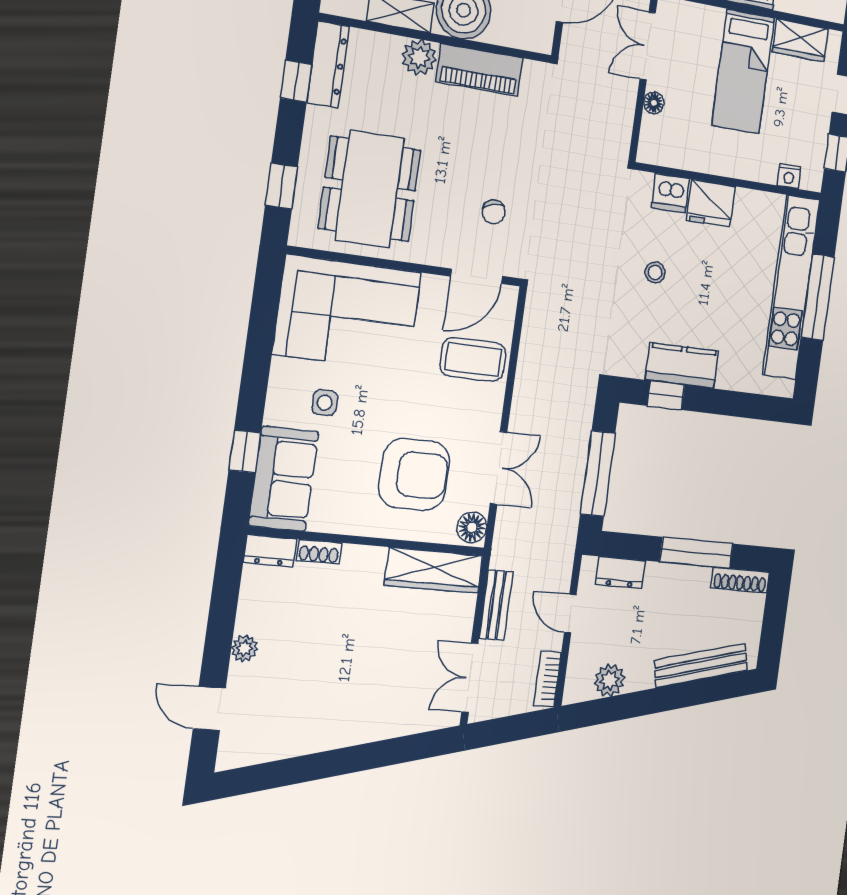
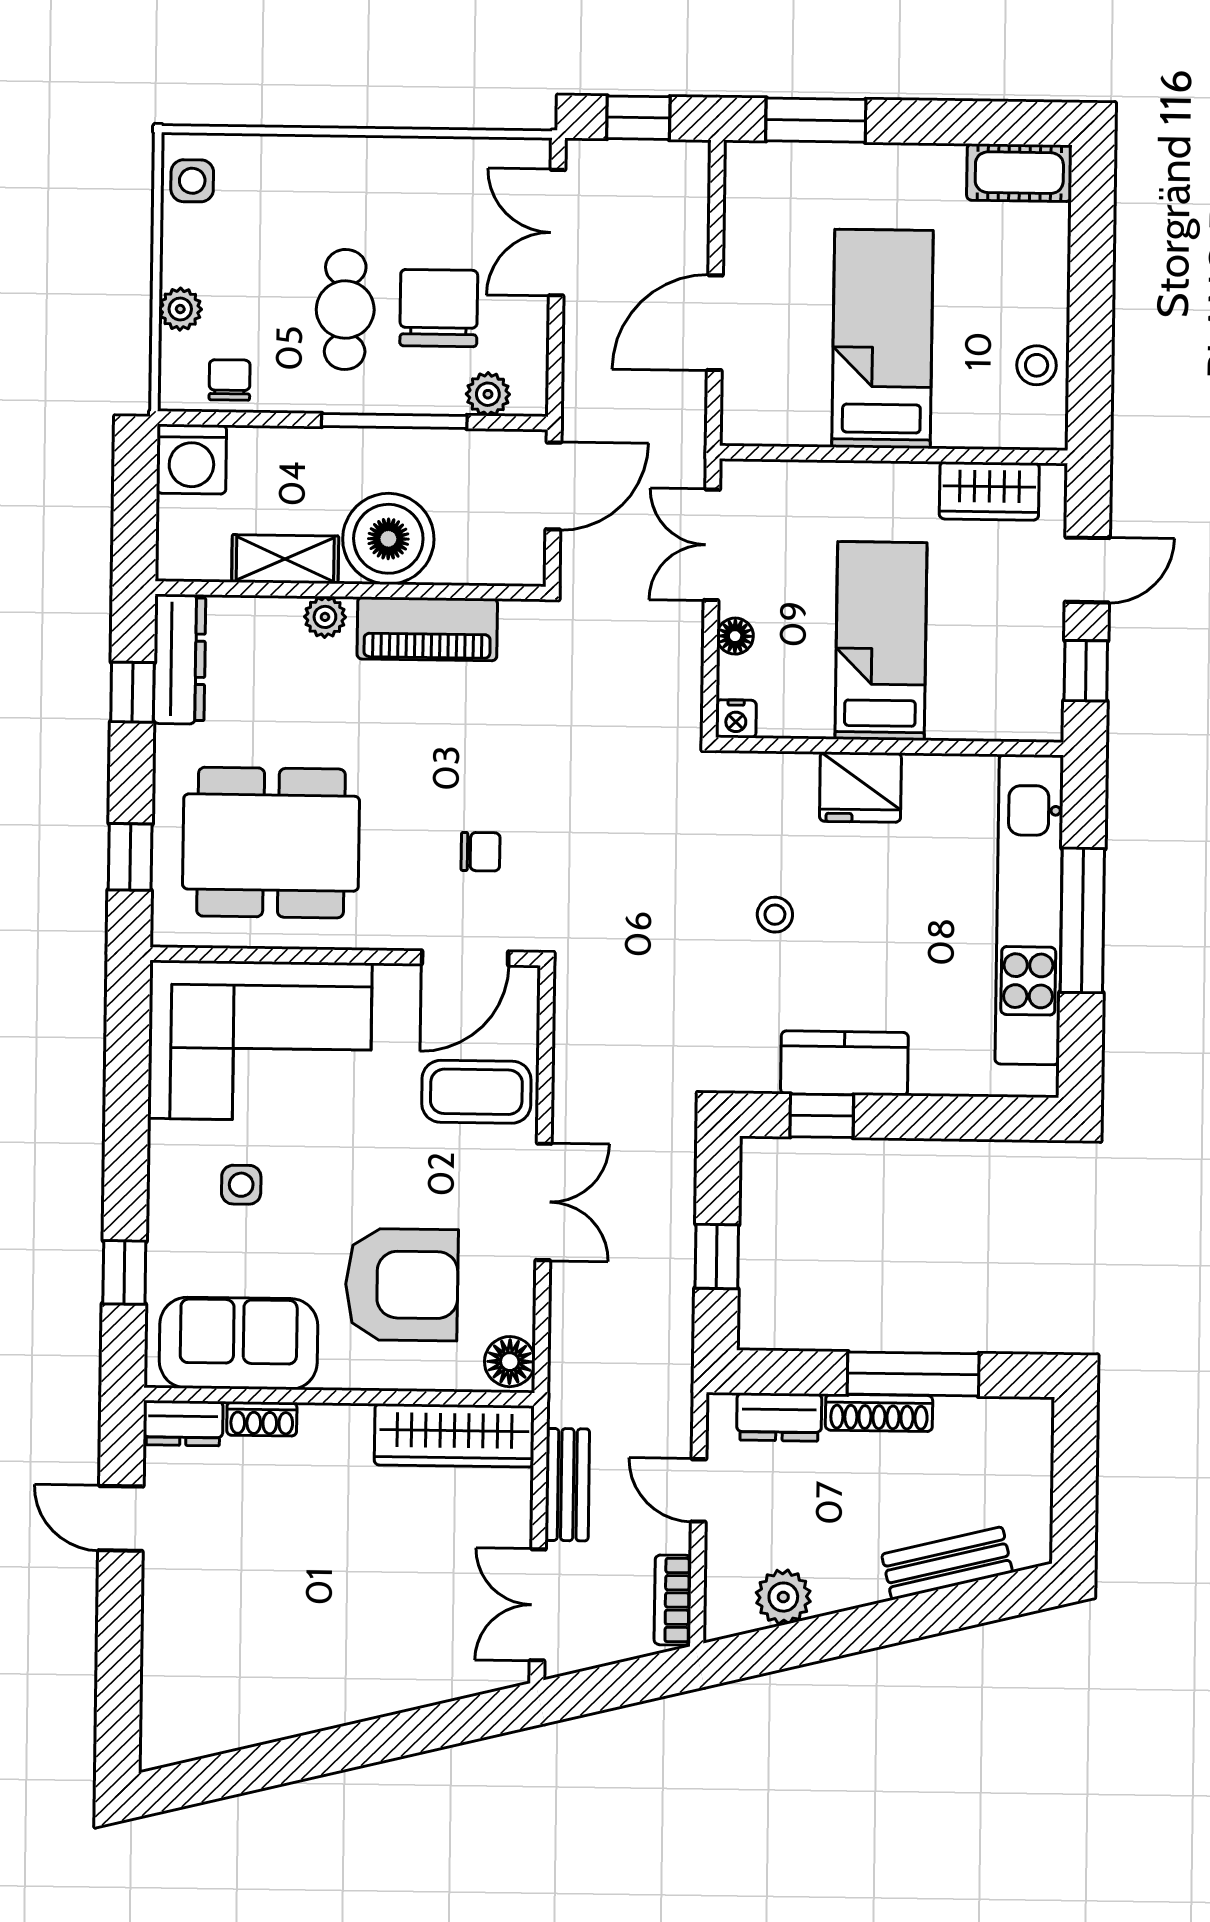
plant: (419, 57) -> (325, 617), width x0.73, depth x0.73
bed: (743, 72) -> (881, 641), moved, turned 180
nightstand: (789, 176) -> (736, 719), moved
dining table: (370, 189) -> (271, 843), turned 90
dishwasher: (670, 193) -> (785, 780), removed
chair: (494, 212) -> (481, 852), turned -76
double door: (499, 468) -> (543, 1202), moved
window: (598, 474) -> (717, 1257), width x0.46
sofa: (284, 479) -> (239, 1343), moved, turned -90
shoe rack: (740, 580) -> (879, 1413), moved
plant: (245, 648) -> (162, 1578), removed
bench: (701, 665) -> (947, 1563), width x0.73
door: (209, 709) -> (121, 1518), moved

